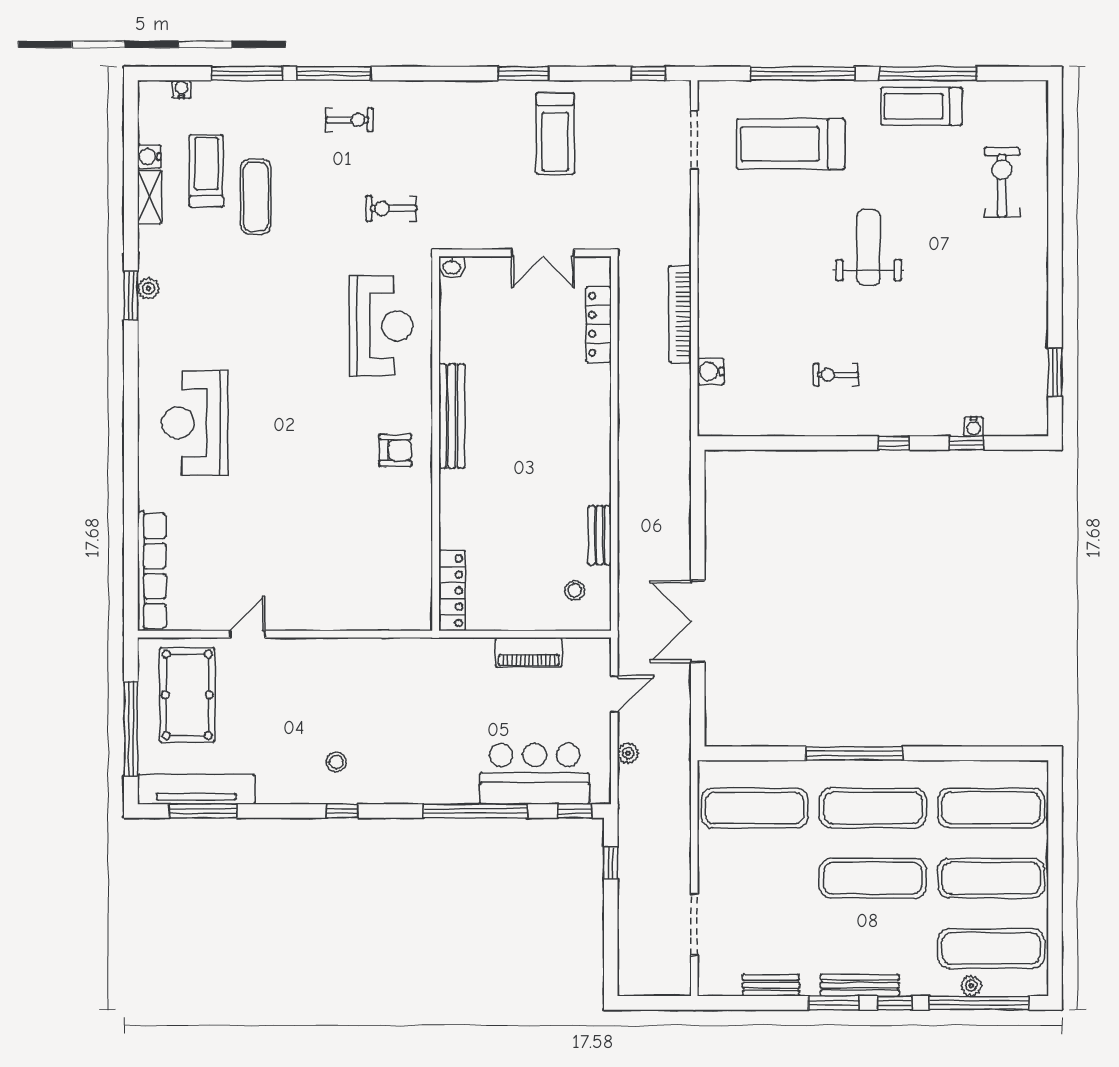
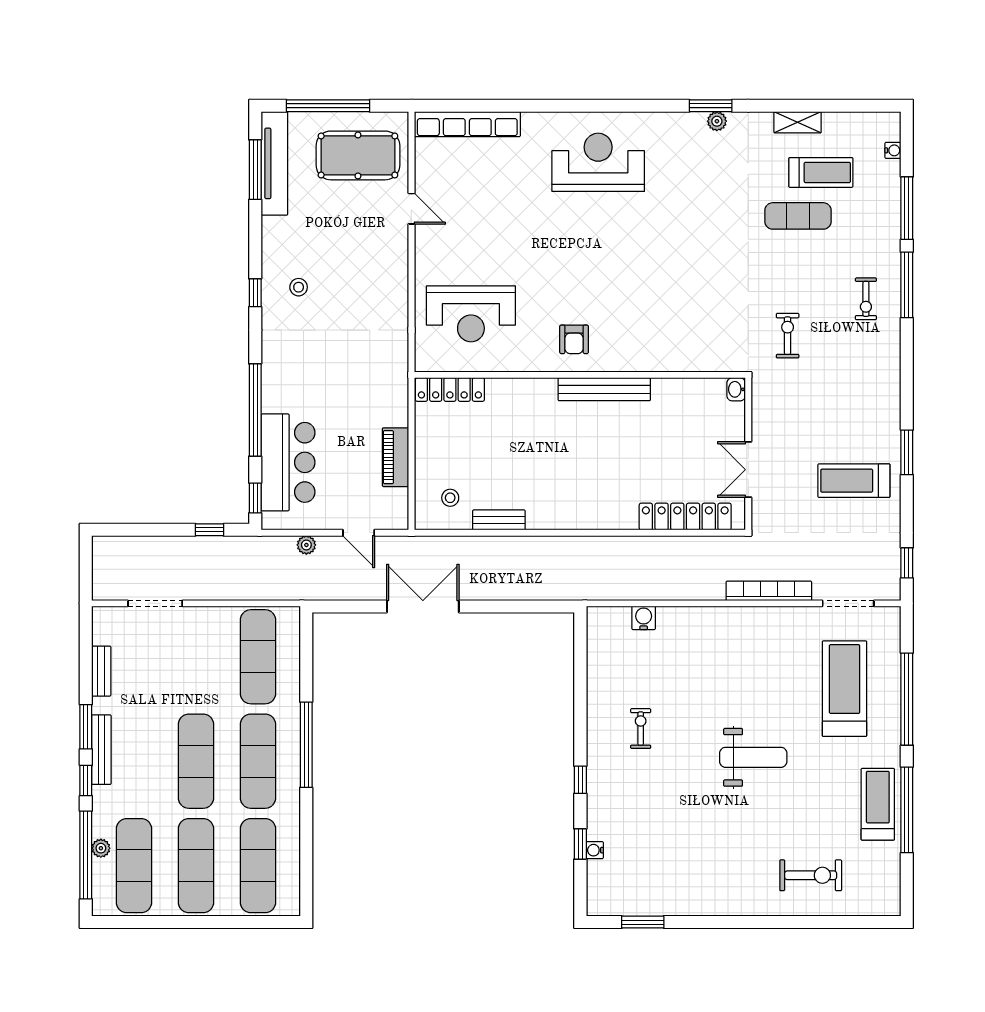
water cooler: (149, 157) -> (833, 122), removed
bookcase: (680, 314) -> (769, 591), moved
locker: (599, 324) -> (685, 517), width x1.41, depth x1.21
reception desk: (381, 326) -> (471, 314), moved

